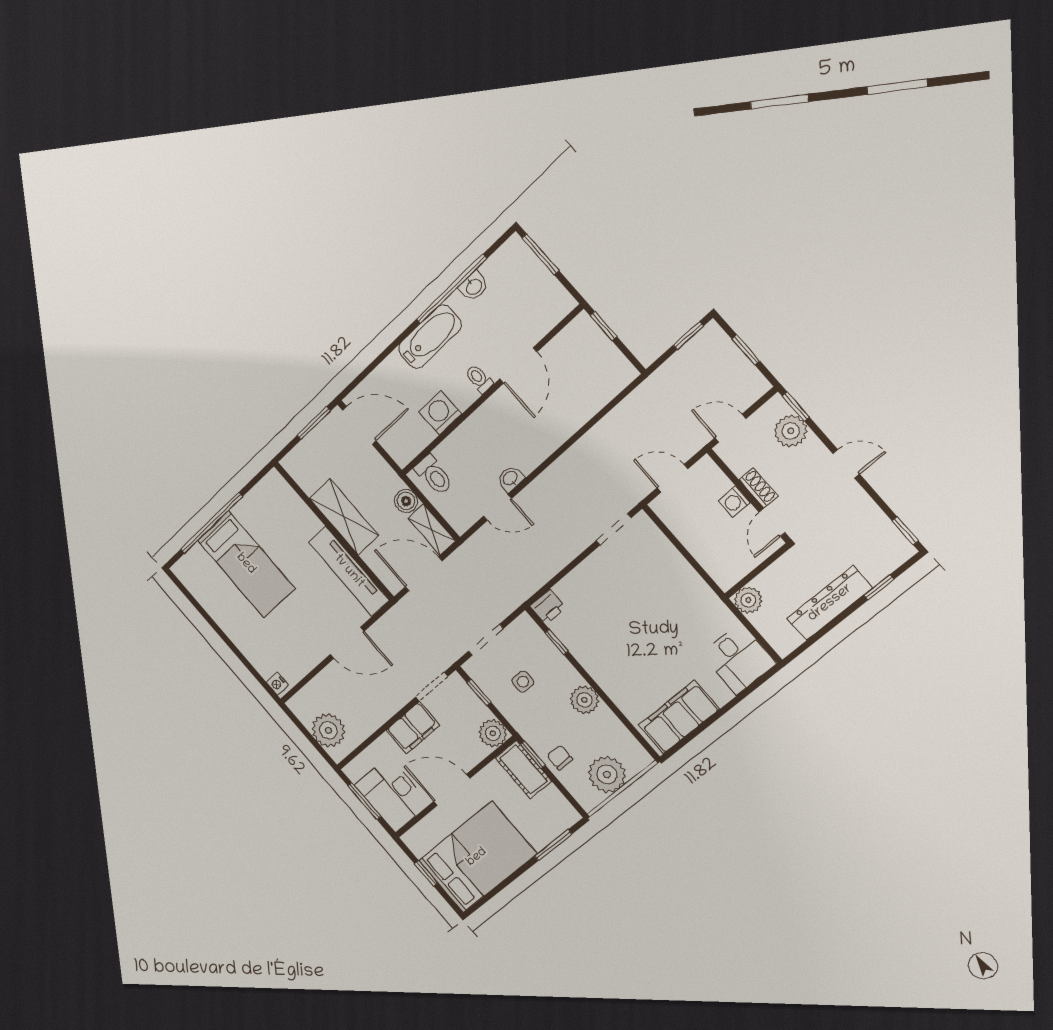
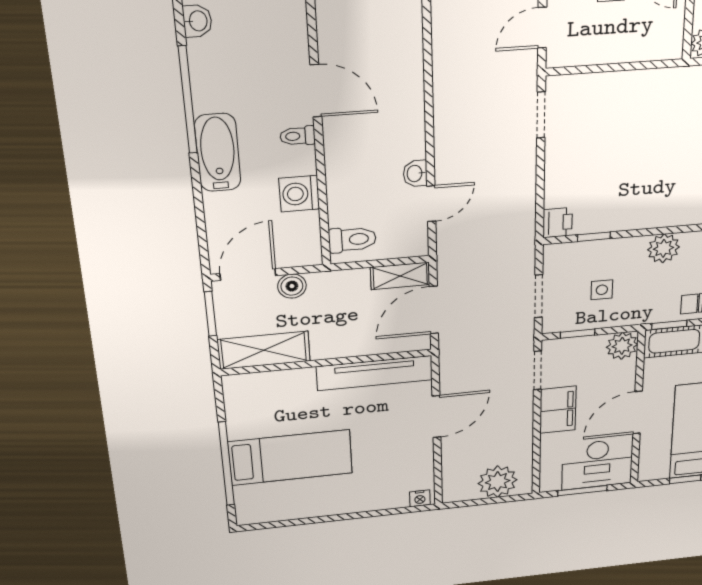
washbasin: (474, 286) -> (197, 21), moved
boiler: (406, 501) -> (292, 286), moved
shelving: (344, 517) -> (264, 350), moved

